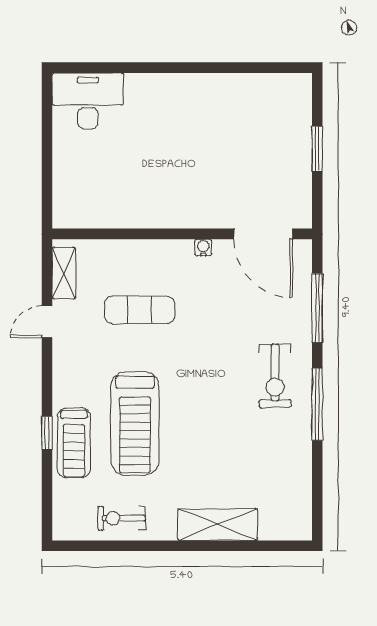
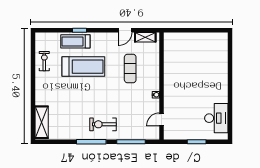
desk: (88, 101) -> (216, 118), moved
door: (263, 234) -> (161, 119), width x0.53
door: (47, 322) -> (125, 30), swing flipped
treadmill: (135, 423) -> (83, 67), turned 180
shelving: (218, 525) -> (42, 122), moved

